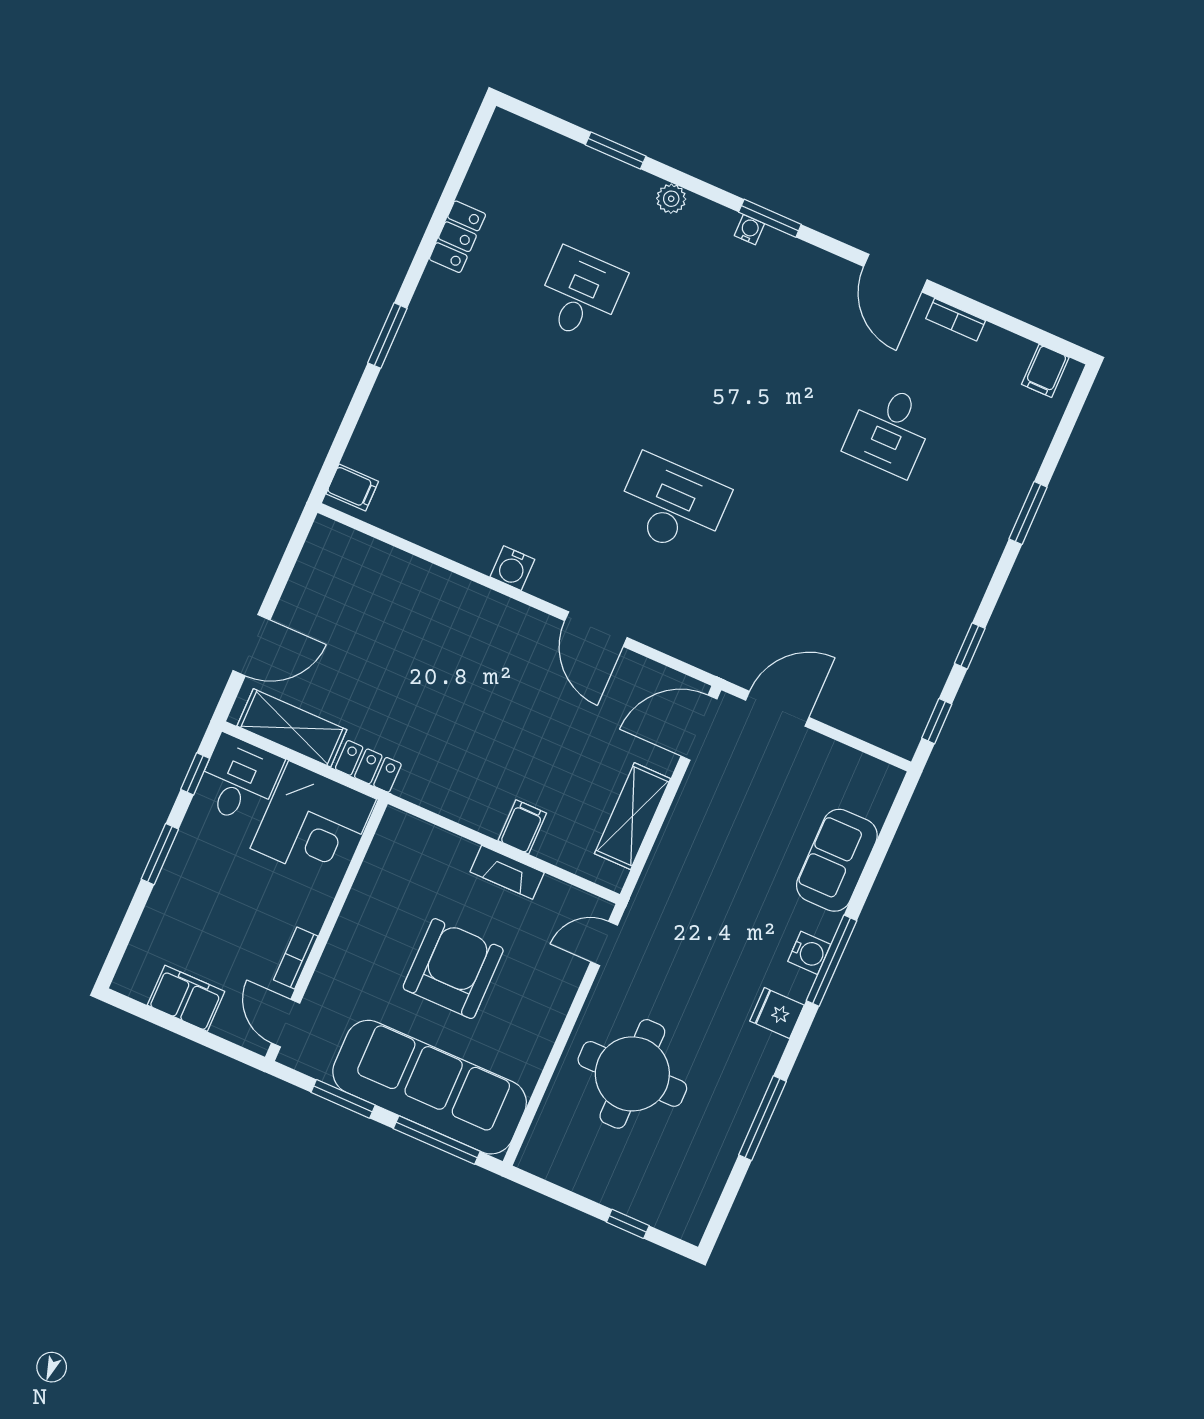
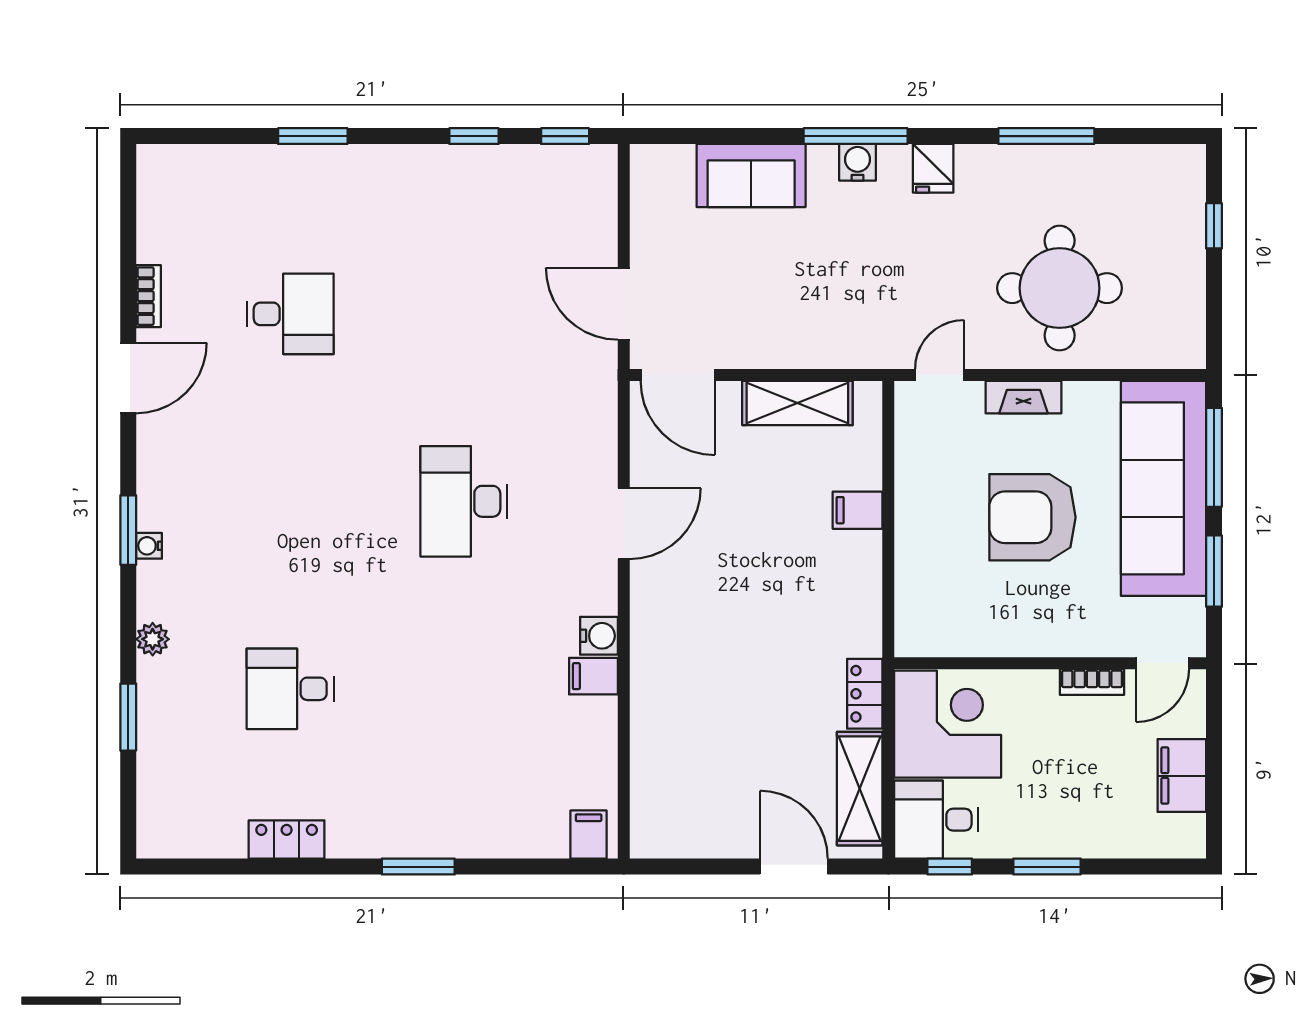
filing cabinet: (1045, 371) -> (593, 676), moved, turned 180
fireplace: (507, 872) -> (1024, 397), moved, turned 90
door: (604, 943) -> (940, 375), swing flipped

